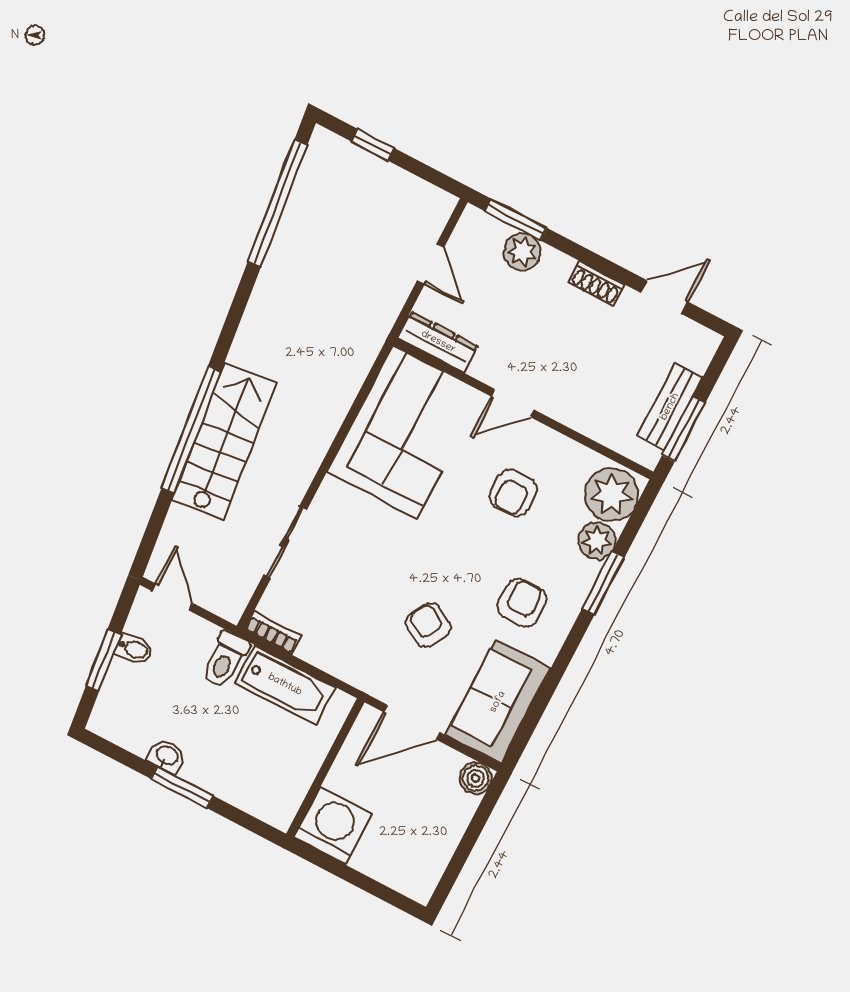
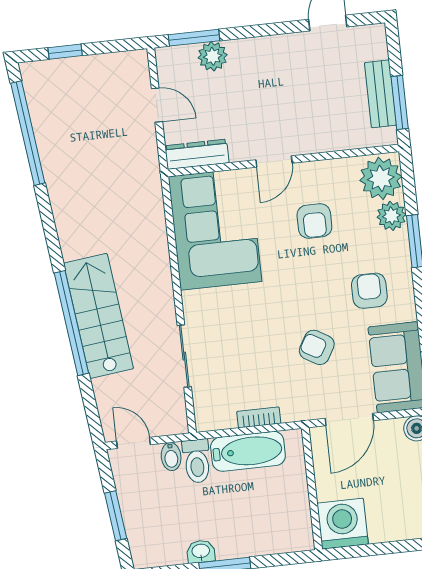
shoe rack: (596, 284) -> (276, 44), removed
bookcase: (273, 633) -> (259, 417), moved
bidet: (134, 649) -> (171, 457), moved, turned 97

